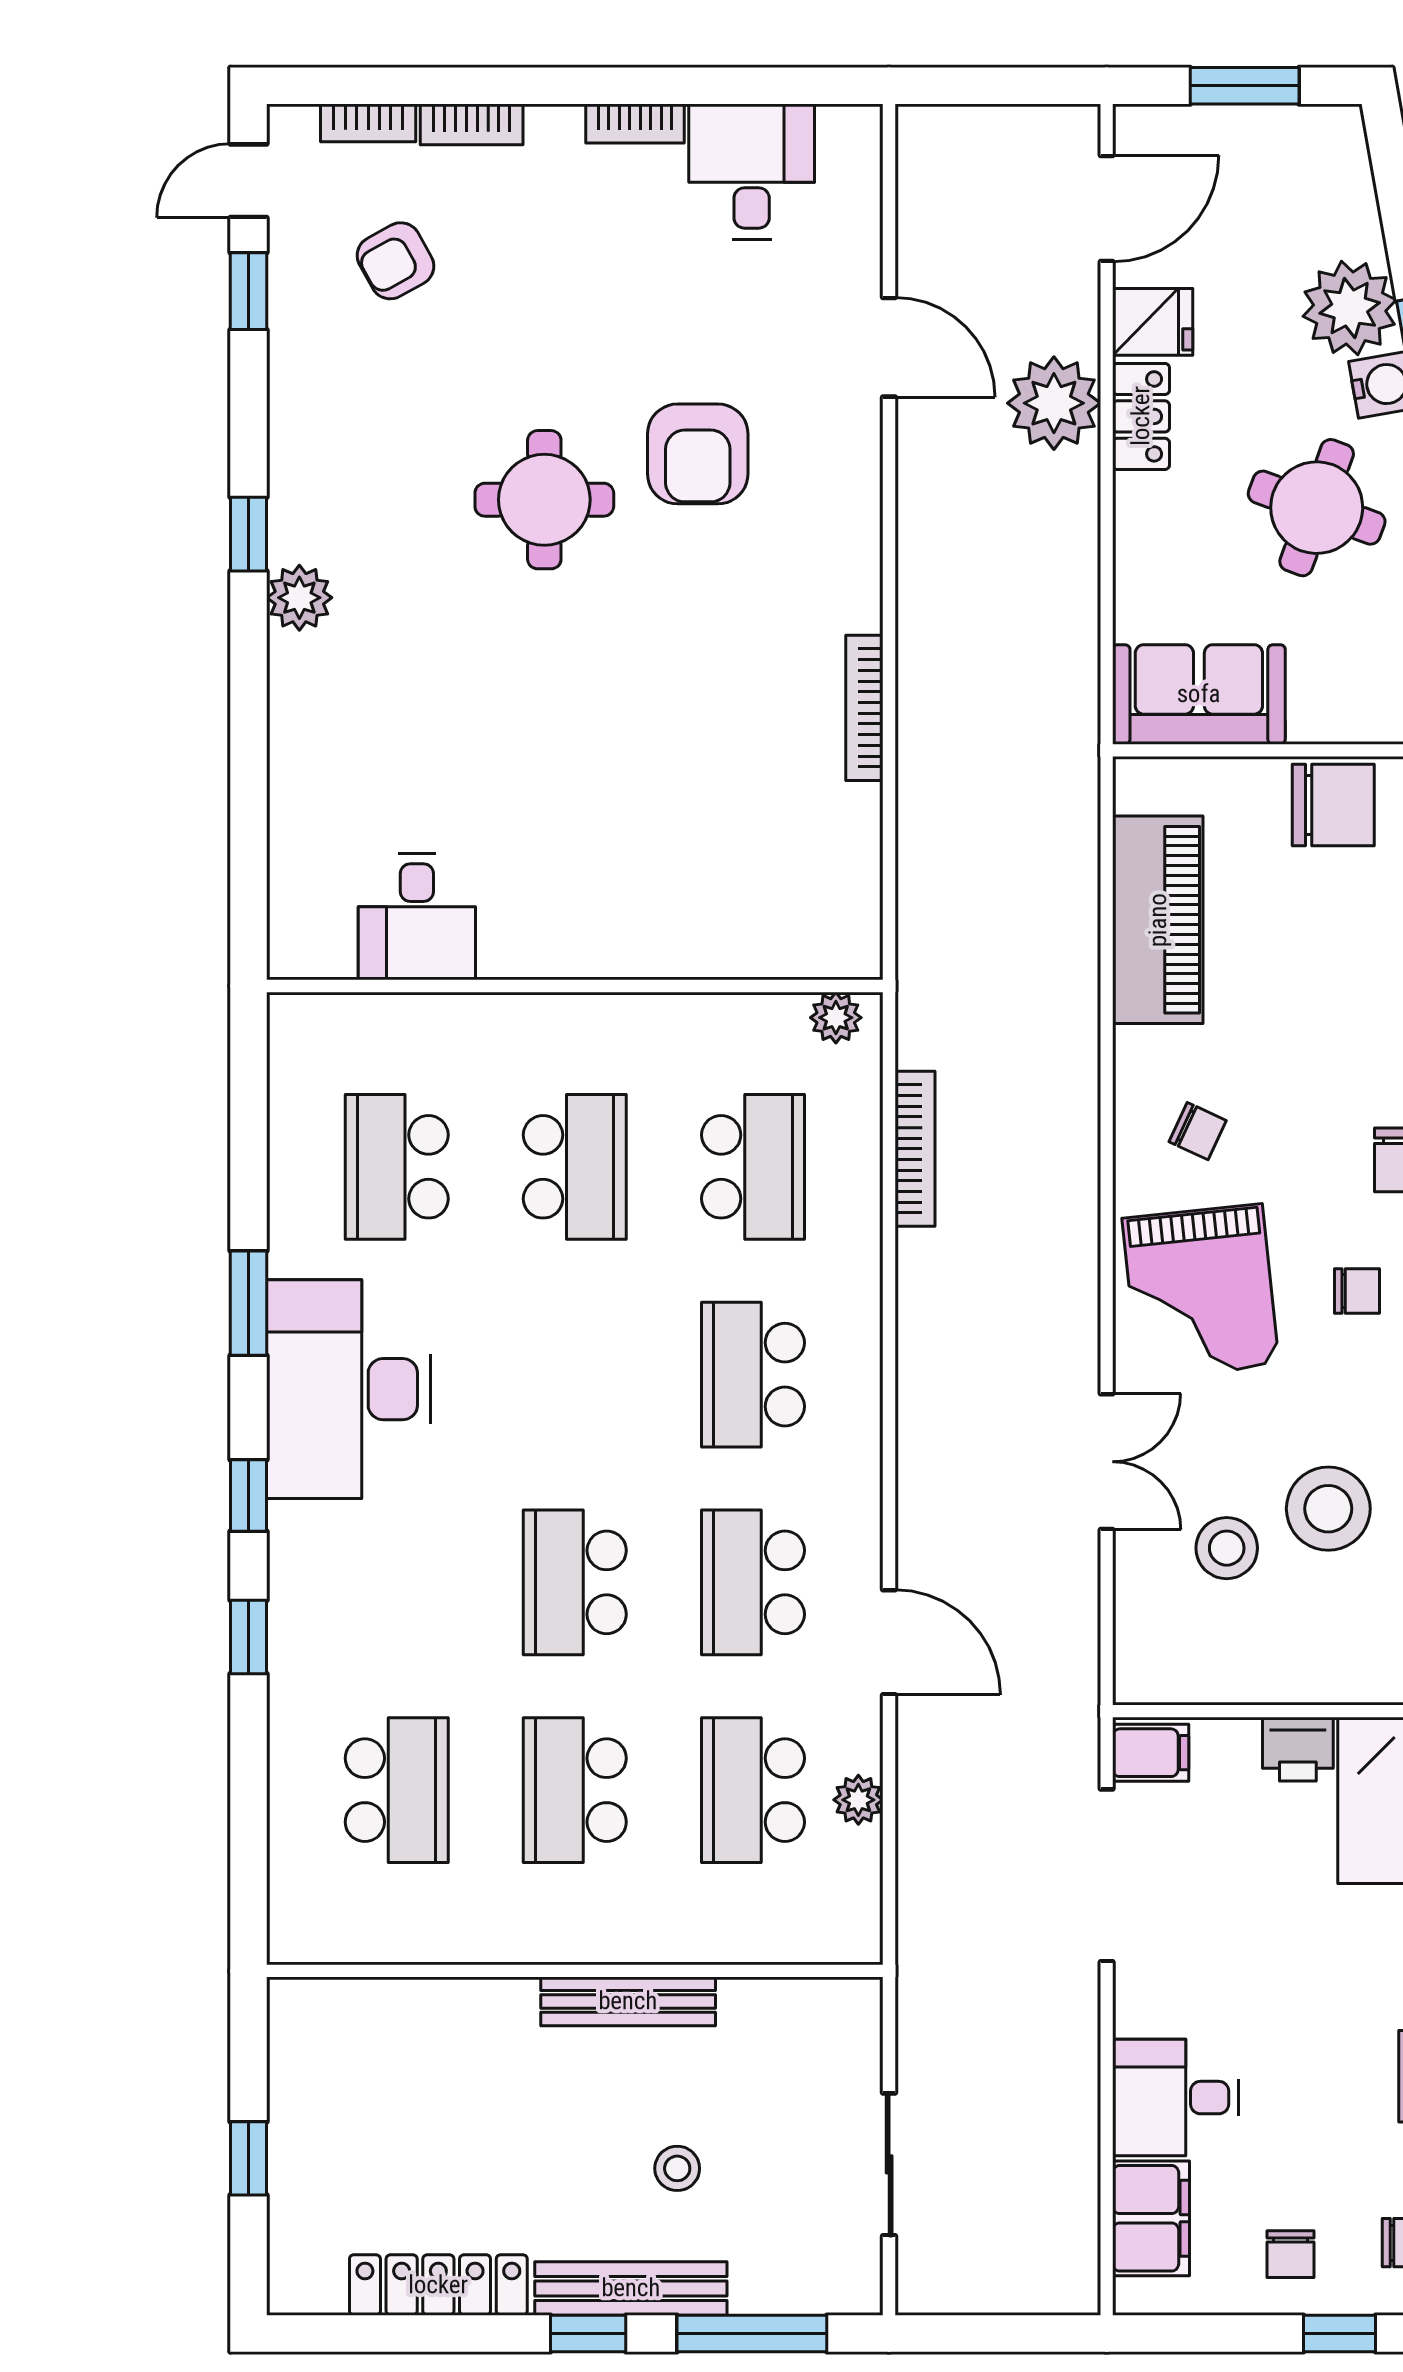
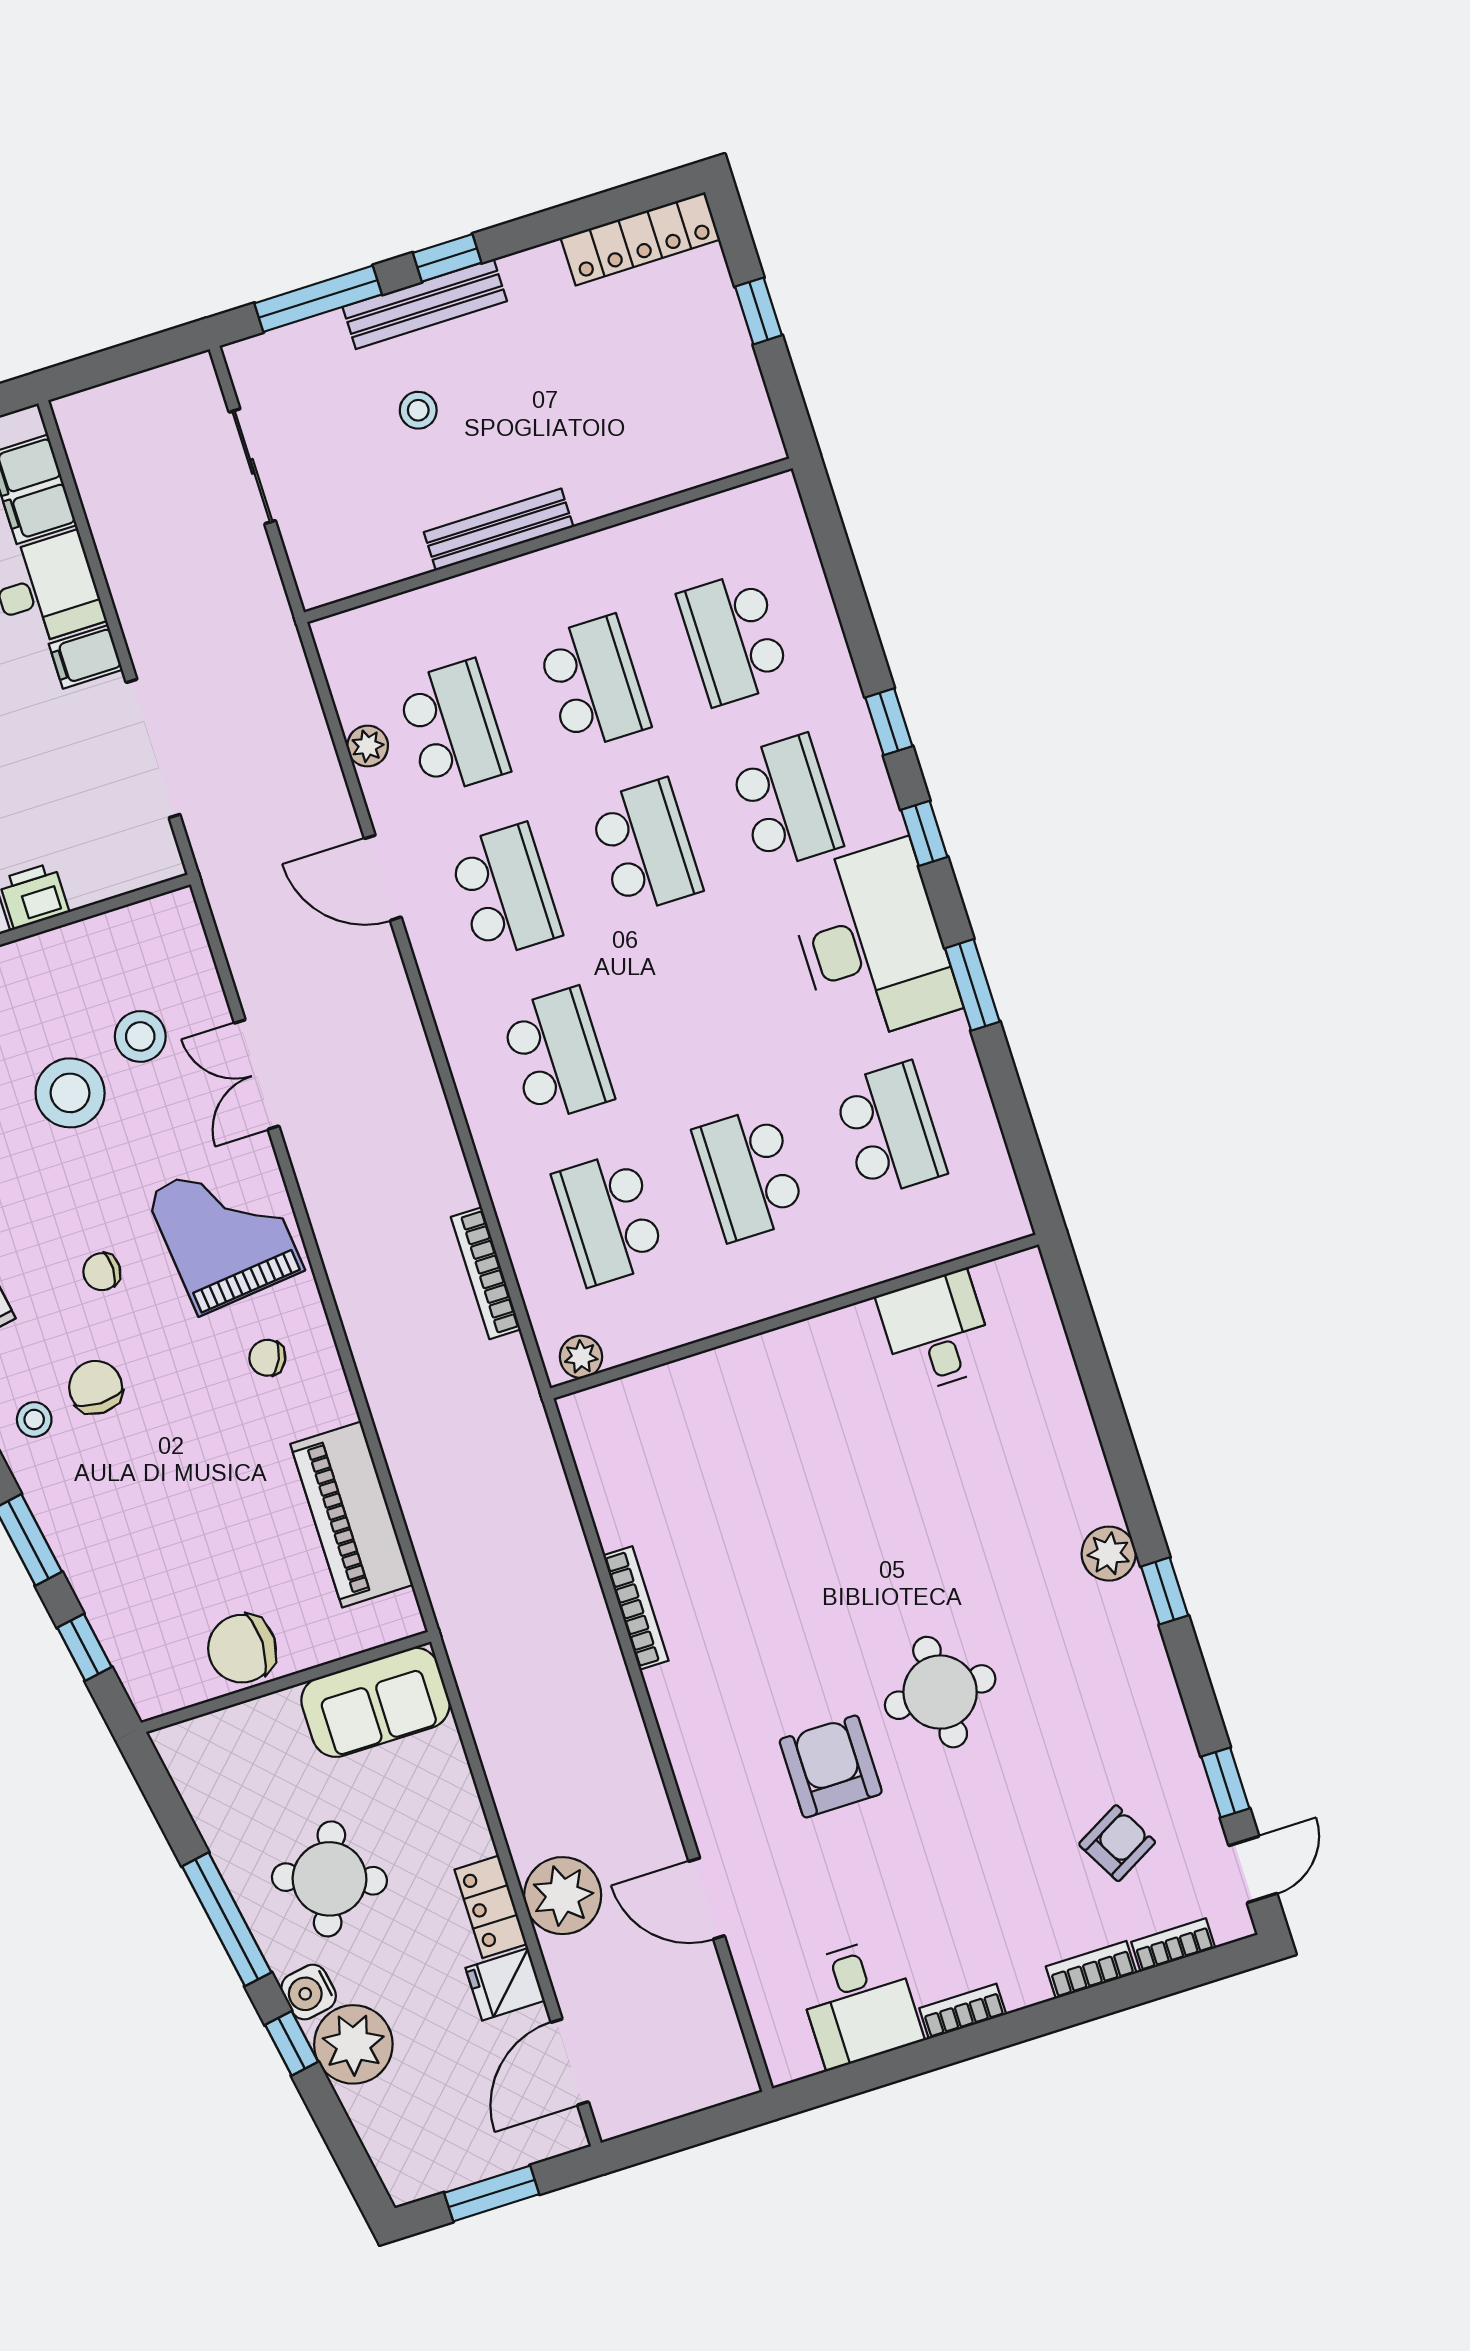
school desk: (397, 1582) -> (786, 802), added
filing cabinet: (1151, 1753) -> (86, 657), moved
locker: (438, 2285) -> (640, 239), moved

